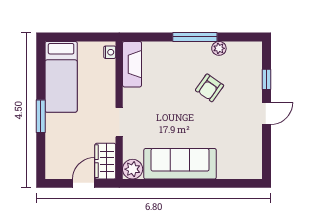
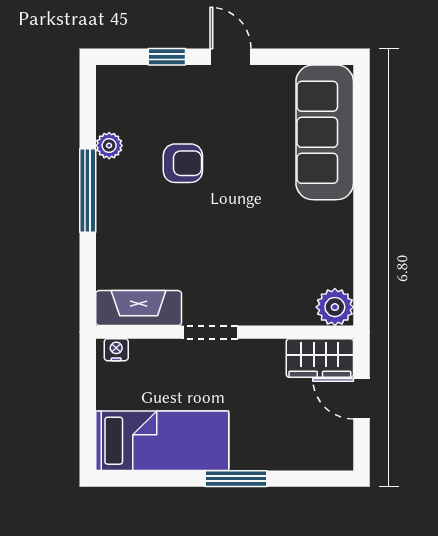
armchair: (210, 88) -> (183, 163), turned -35
doorway: (119, 122) -> (211, 332), moved
sofa: (180, 164) -> (325, 132), moved

